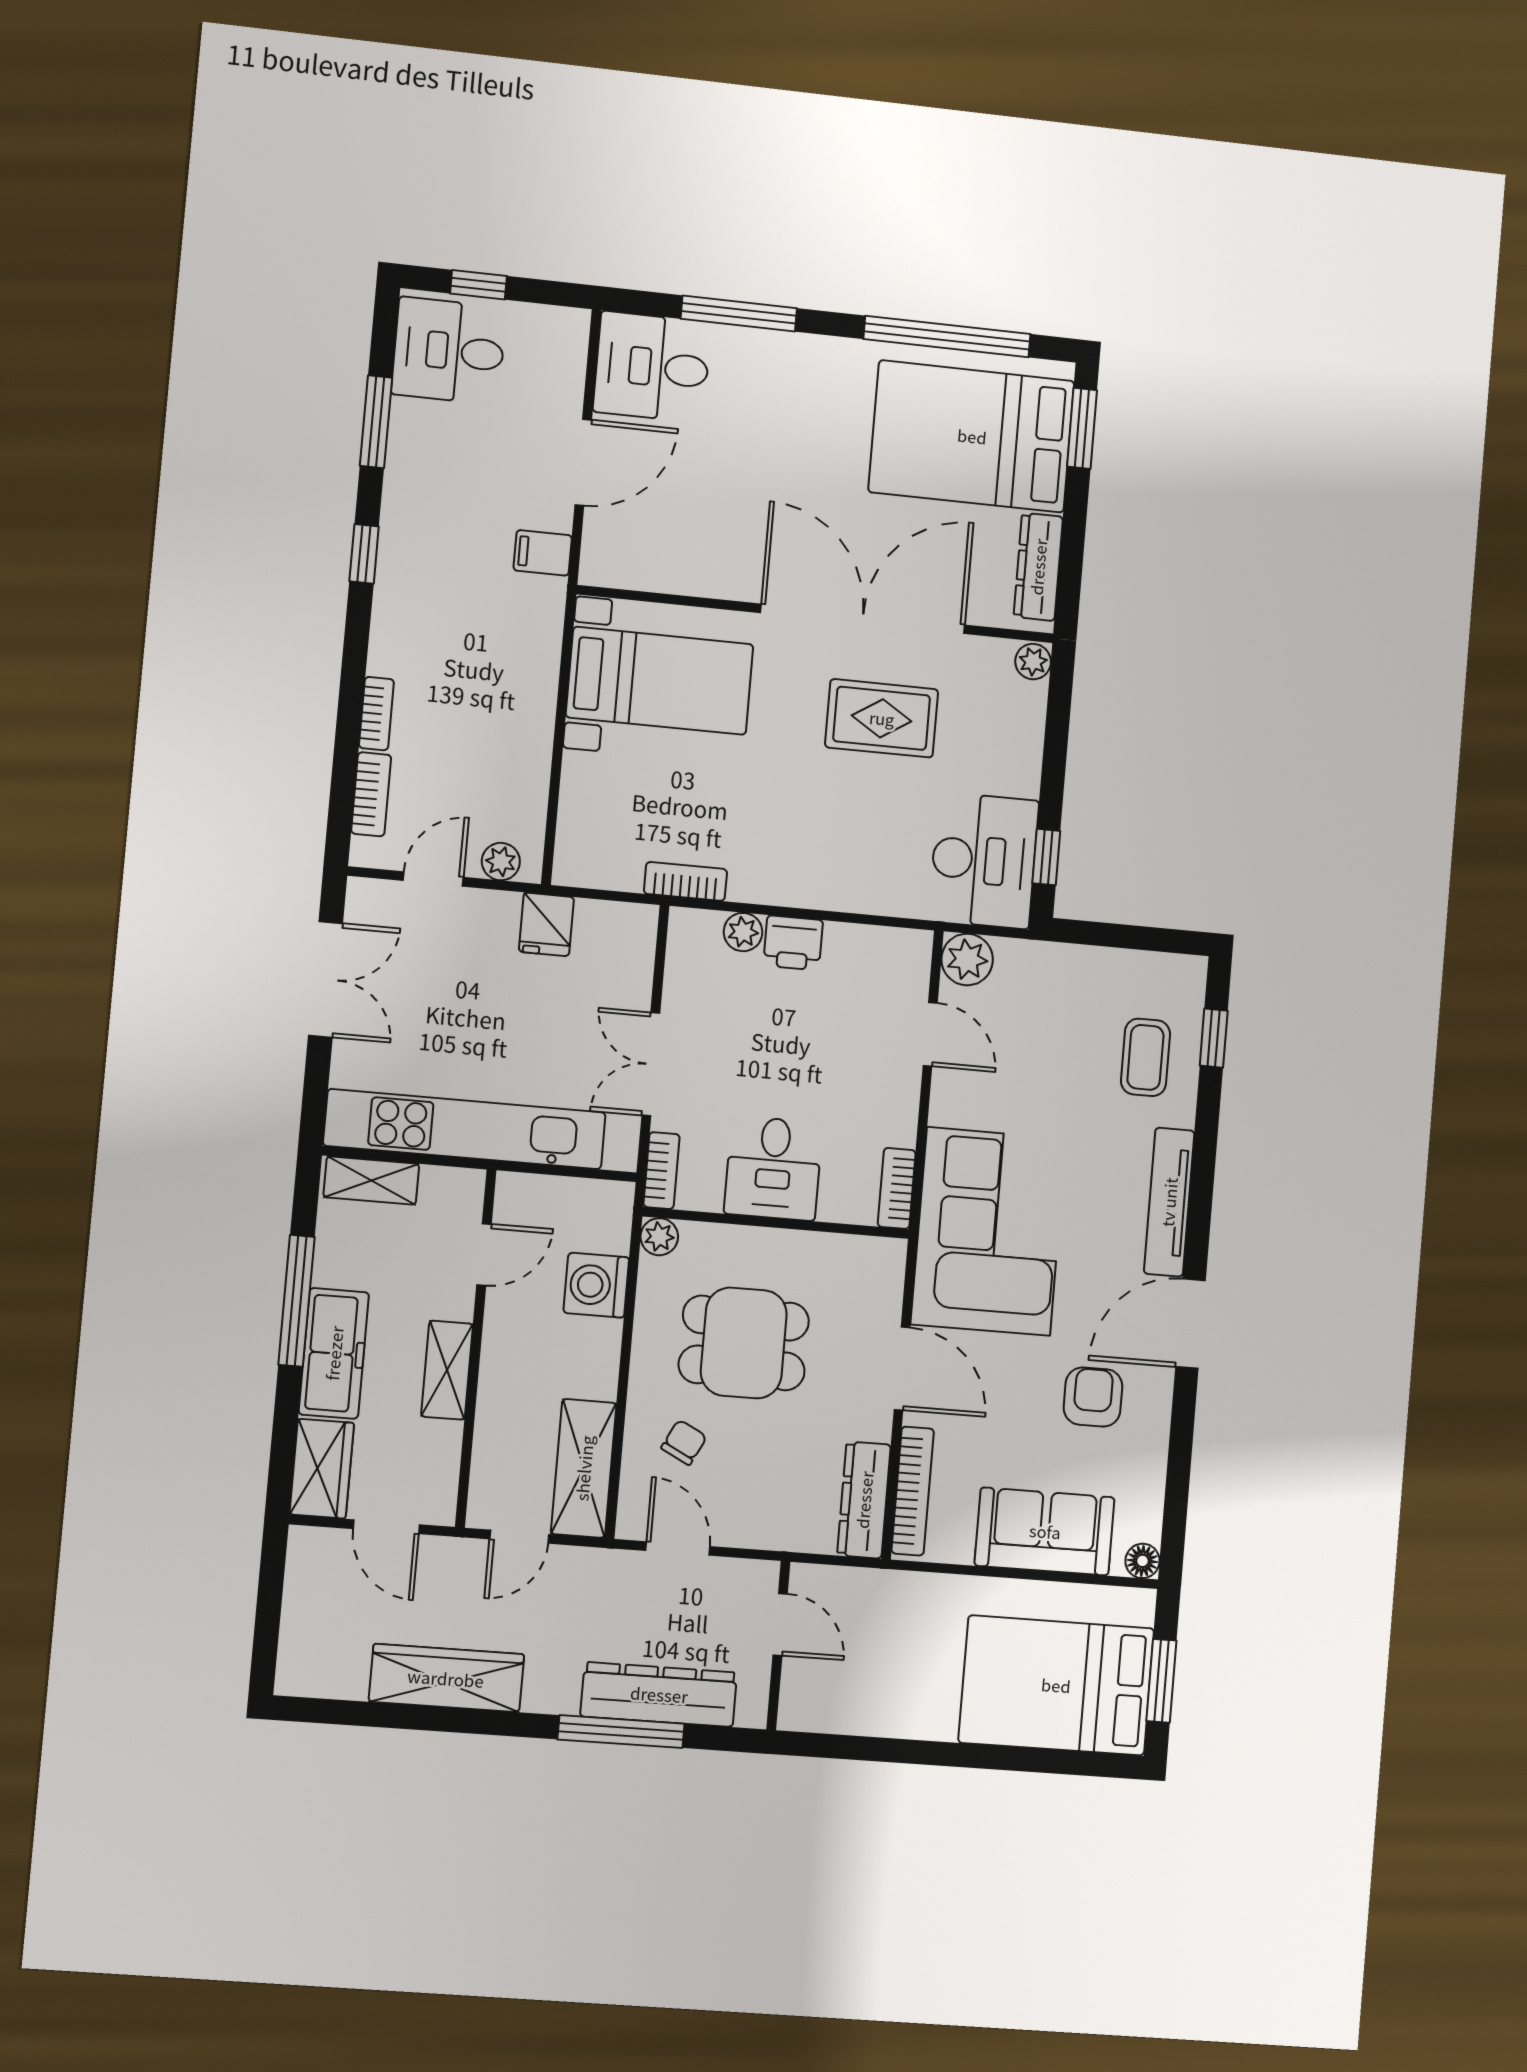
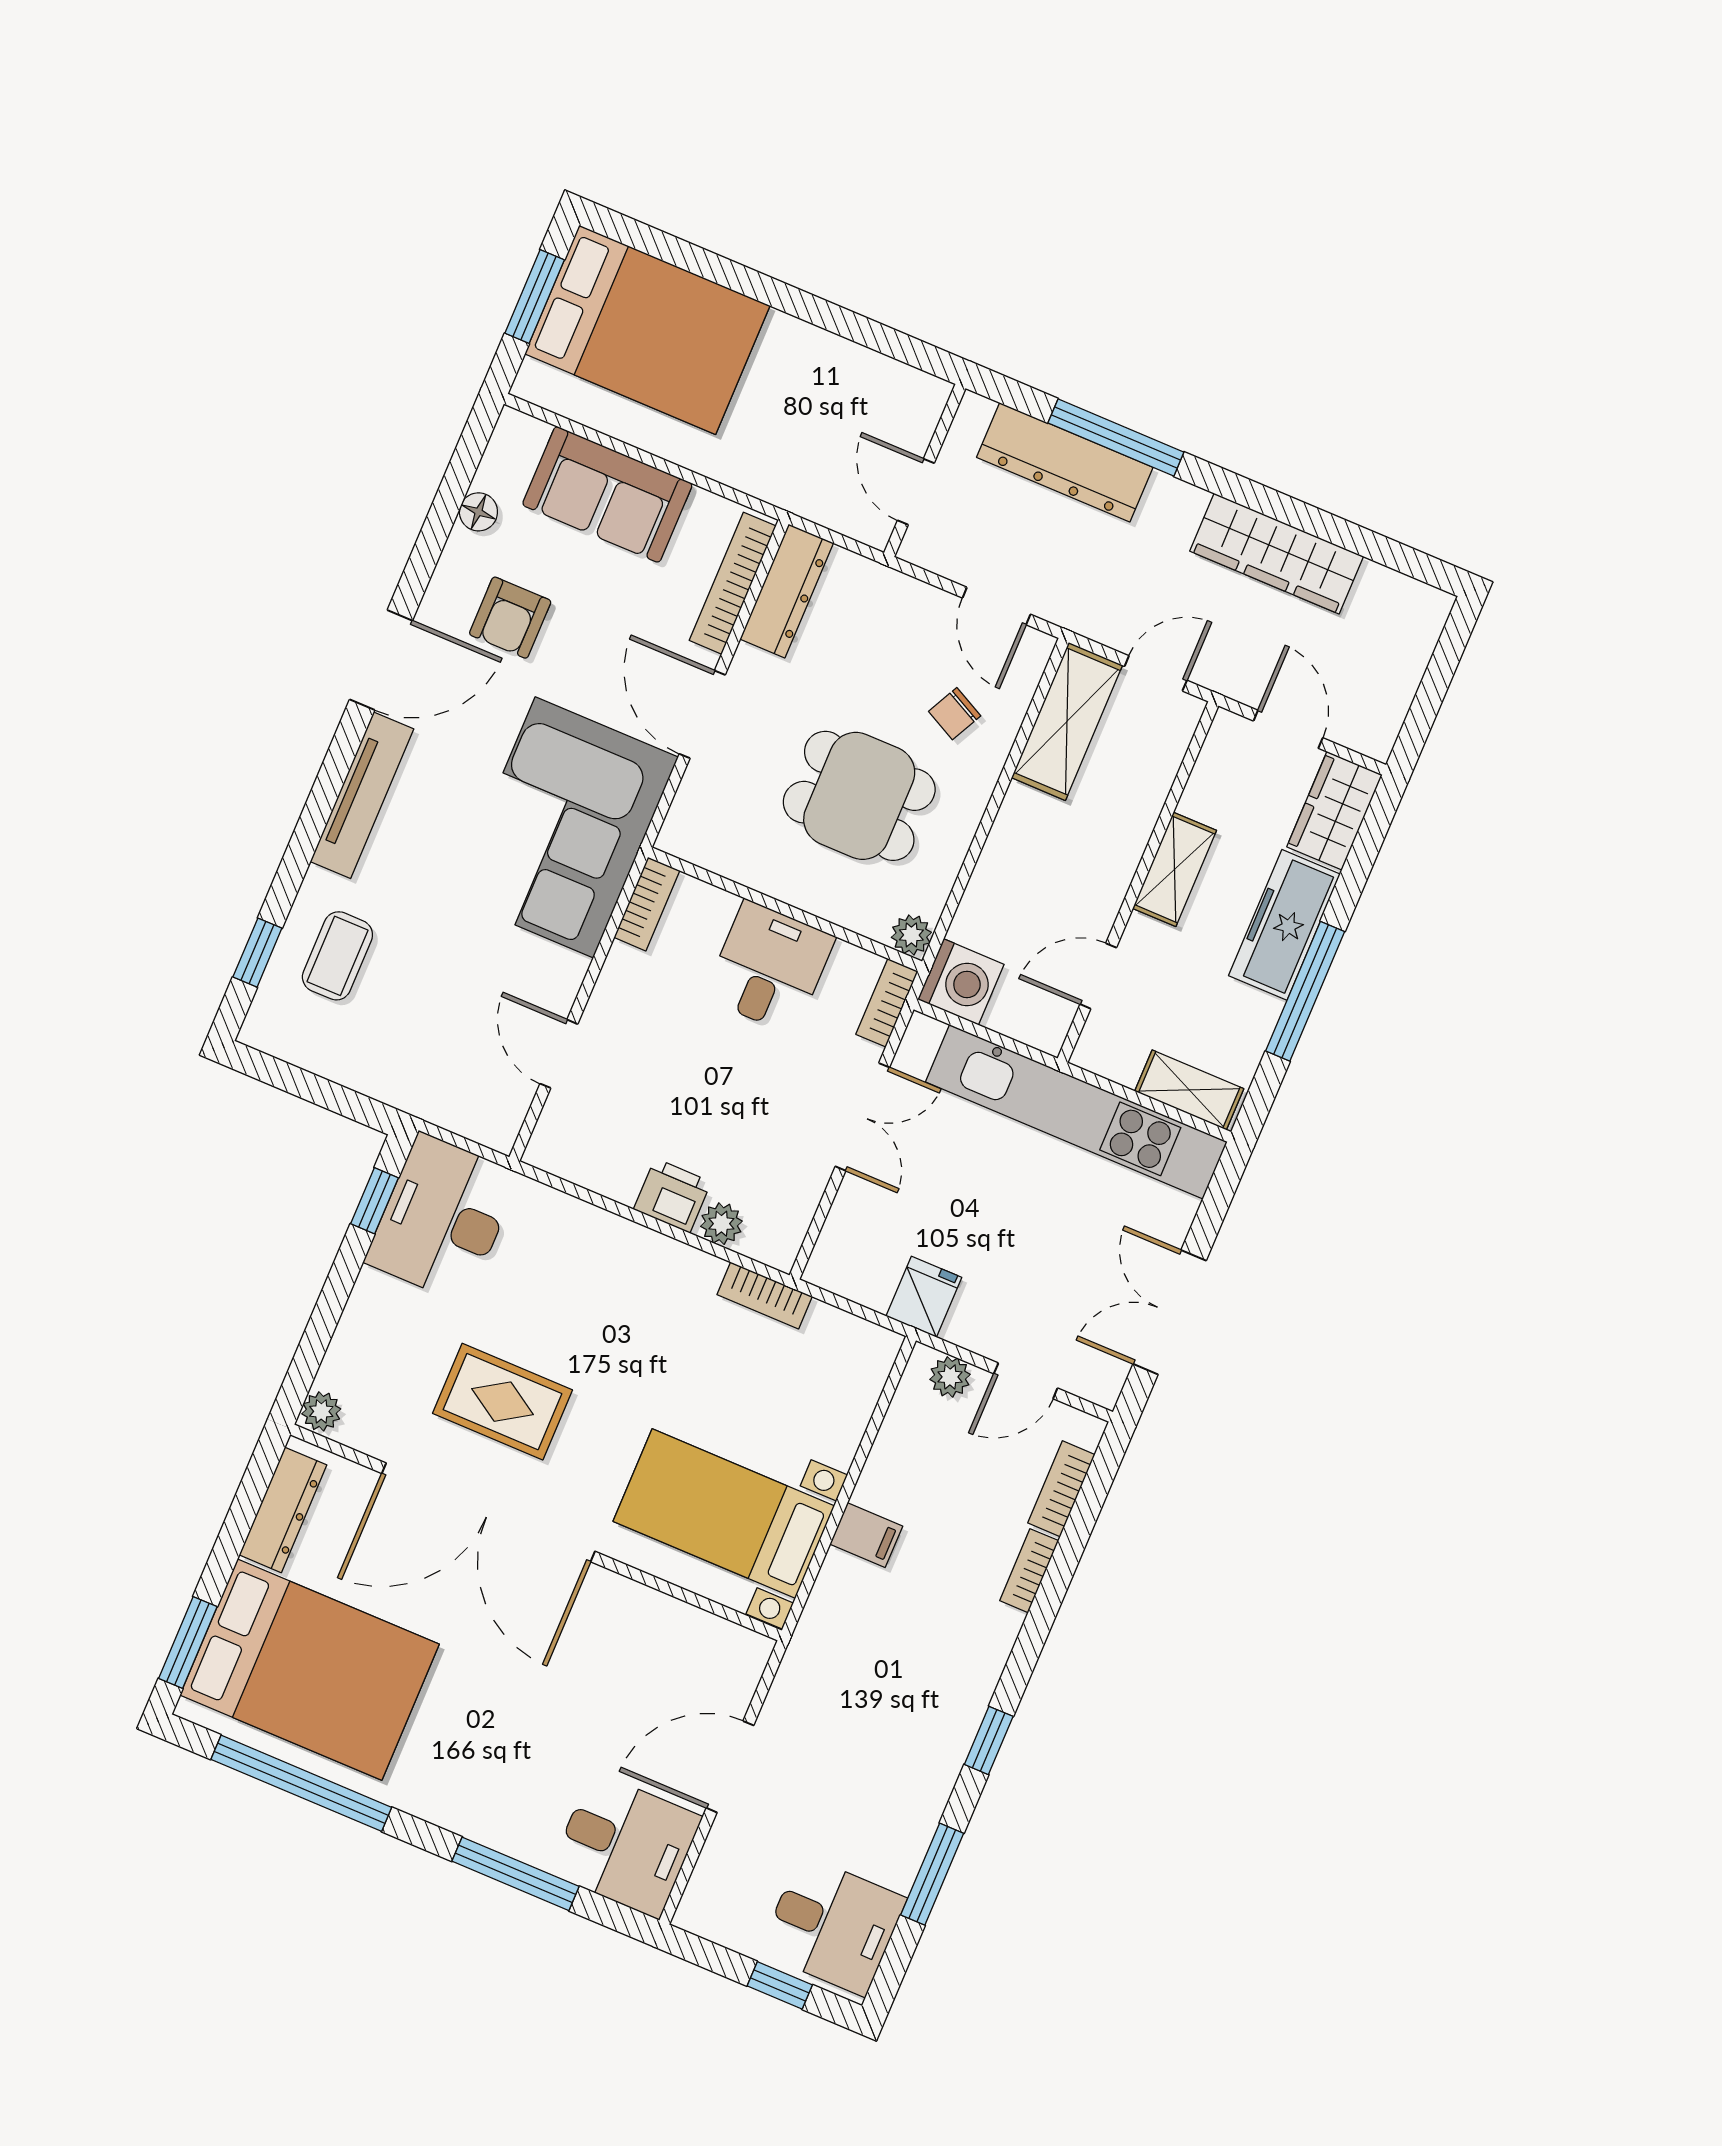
filing cabinet: (543, 553) -> (866, 1535), moved
plant: (967, 960) -> (494, 1120), removed
washing machine: (596, 1285) -> (961, 982), moved
floor lamp: (1142, 1561) -> (478, 512), moved

